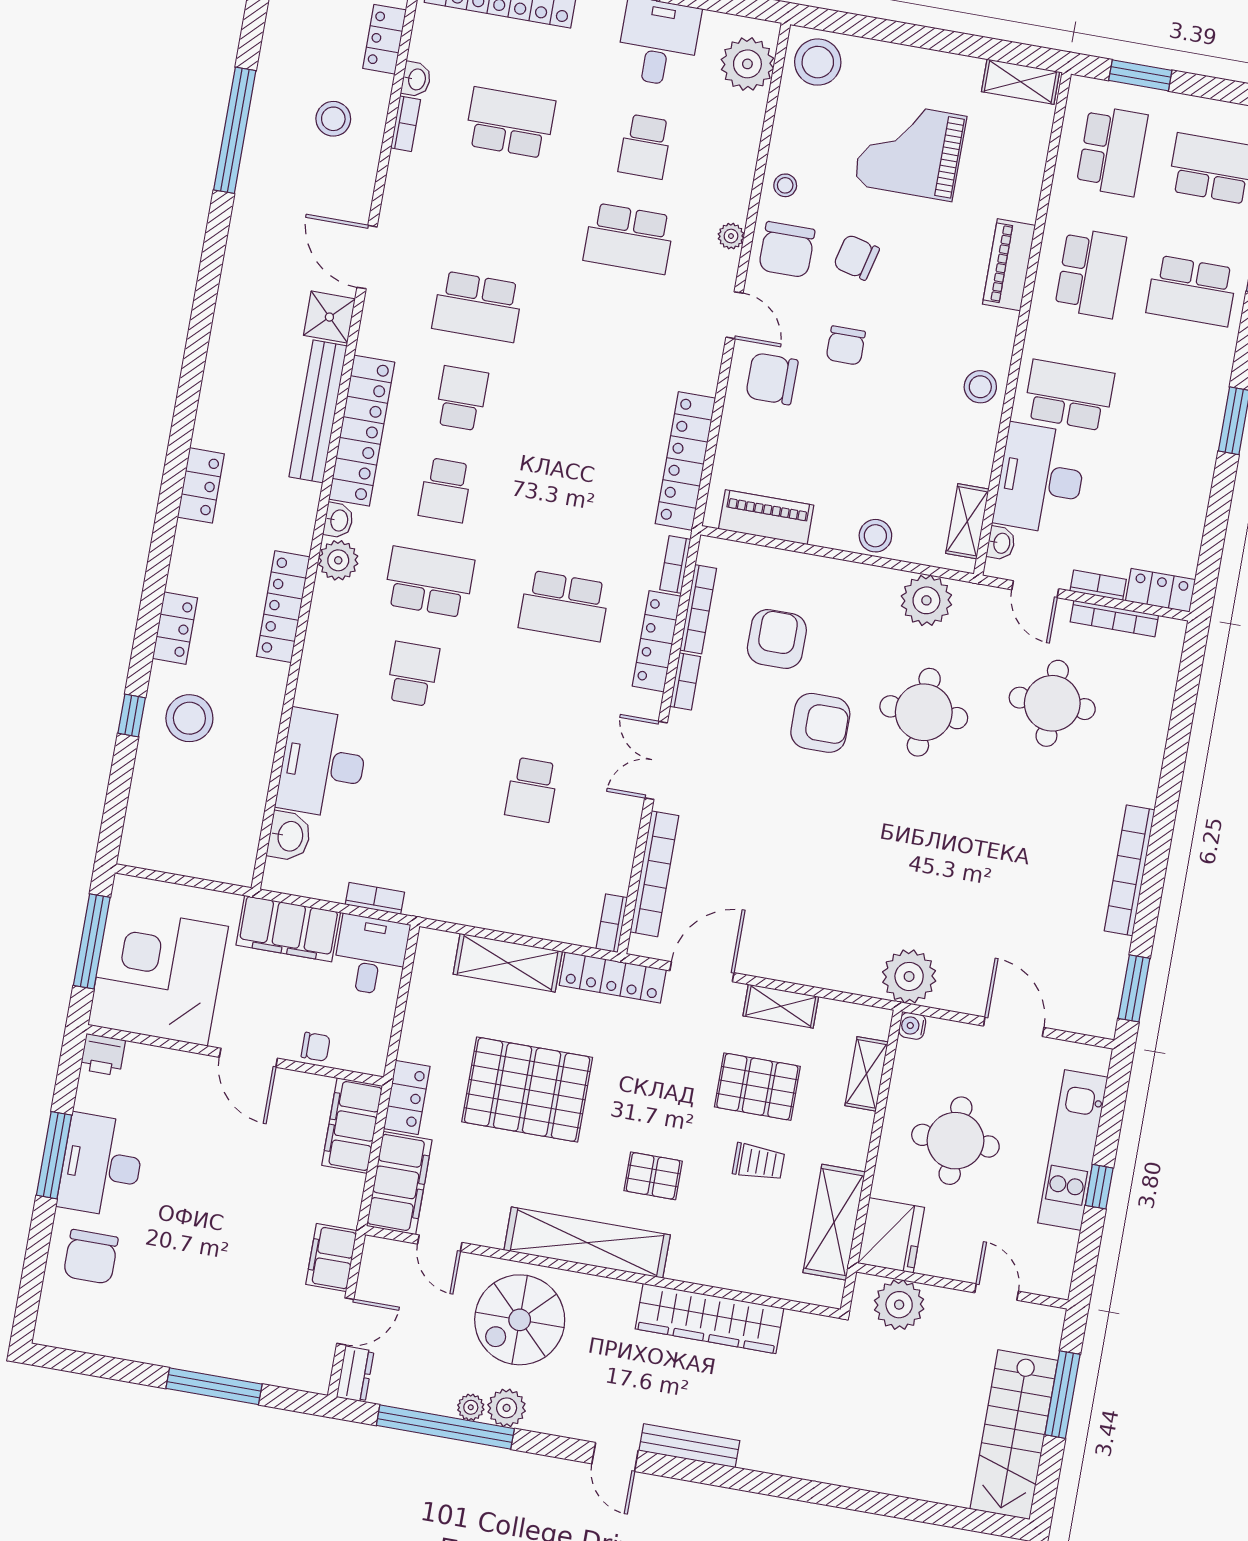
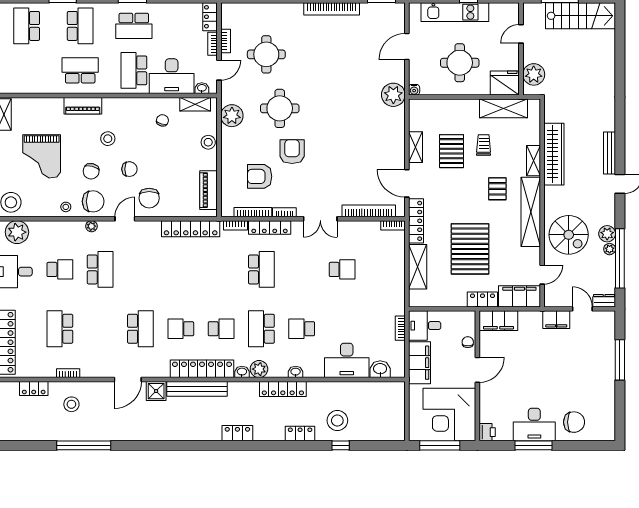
washbasin: (416, 79) -> (296, 372), moved
school desk: (1112, 151) -> (134, 26), moved, turned 180
stool: (980, 387) -> (108, 139), moved
chair: (944, 440) -> (162, 120), added
bookcase: (1114, 619) -> (226, 41), width x0.64
shelving: (866, 1074) -> (533, 161), moved, turned 90

